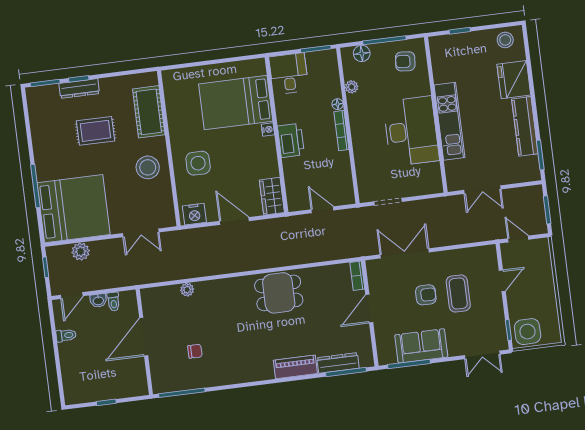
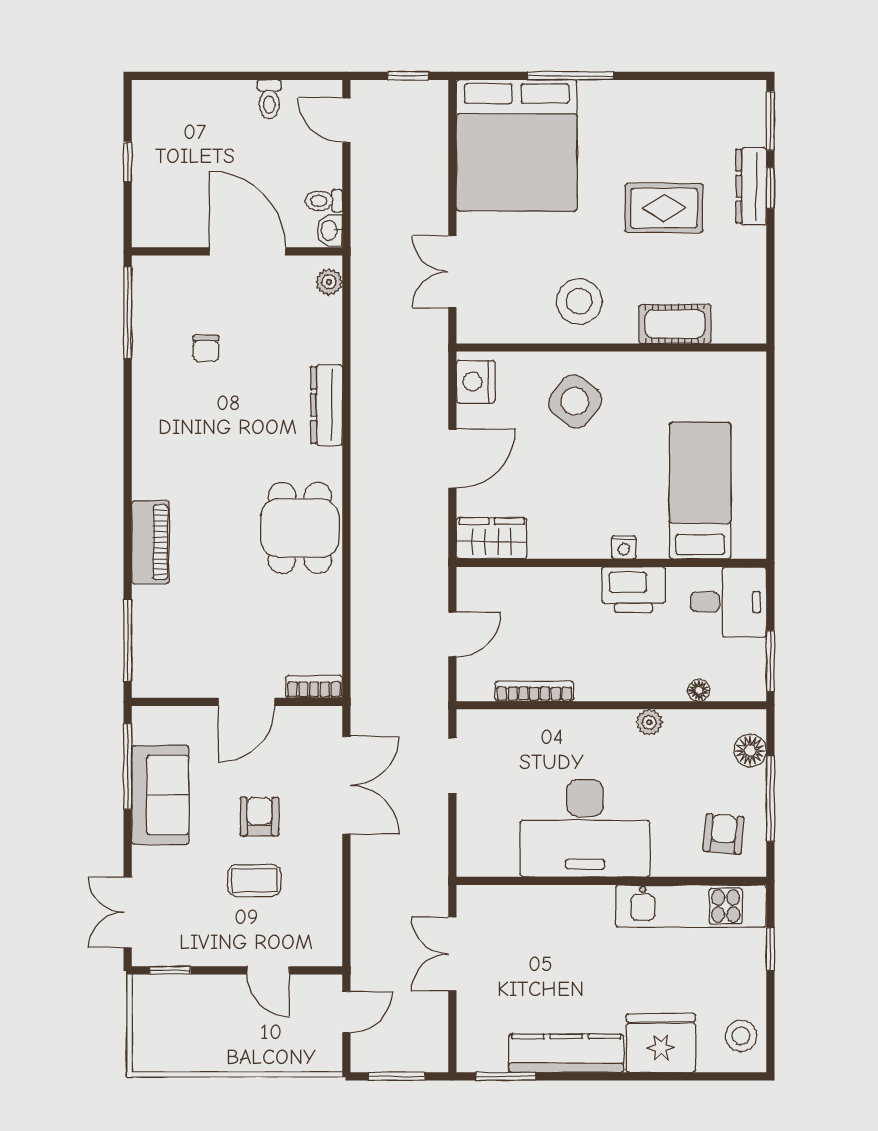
plant: (352, 87) -> (649, 722), moved
bed: (236, 103) -> (700, 491), width x0.67
floor lamp: (338, 104) -> (699, 690), moved
cot: (149, 112) -> (675, 324), width x0.73, depth x0.75
kitchen unit: (449, 121) -> (691, 906), moved
rug: (96, 131) -> (664, 208), turned 90
bookcase: (341, 131) -> (534, 691), moved
printer: (291, 140) -> (633, 590), moved
side table: (198, 163) -> (575, 401), turned 38
plant: (81, 251) -> (431, 149), removed
plant: (187, 290) -> (329, 282), moved
coffee table: (458, 293) -> (254, 881), width x0.73, depth x0.77
armchair: (426, 295) -> (260, 817), turned 180
washbasin: (98, 300) -> (330, 230), moved
door: (369, 309) -> (247, 702), swing flipped
side table: (528, 332) -> (162, 1007), removed
dresser: (338, 363) -> (327, 405), moved, turned 180

